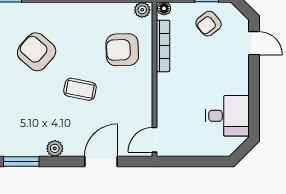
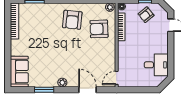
armchair: (37, 52) -> (72, 20), moved, turned -125
coffee table: (80, 89) -> (76, 50), removed
door: (101, 161) -> (88, 90), hinge flipped

